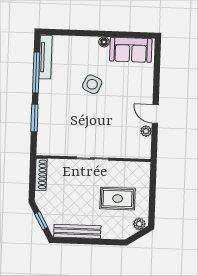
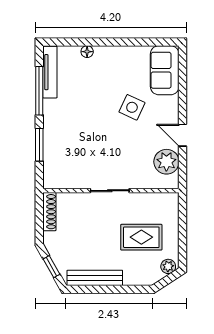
floor lamp: (104, 42) -> (87, 52), moved
sofa: (131, 50) -> (165, 70), moved, turned 90
side table: (92, 84) -> (132, 107), moved
plant: (146, 131) -> (166, 162), width x1.88, depth x1.88

